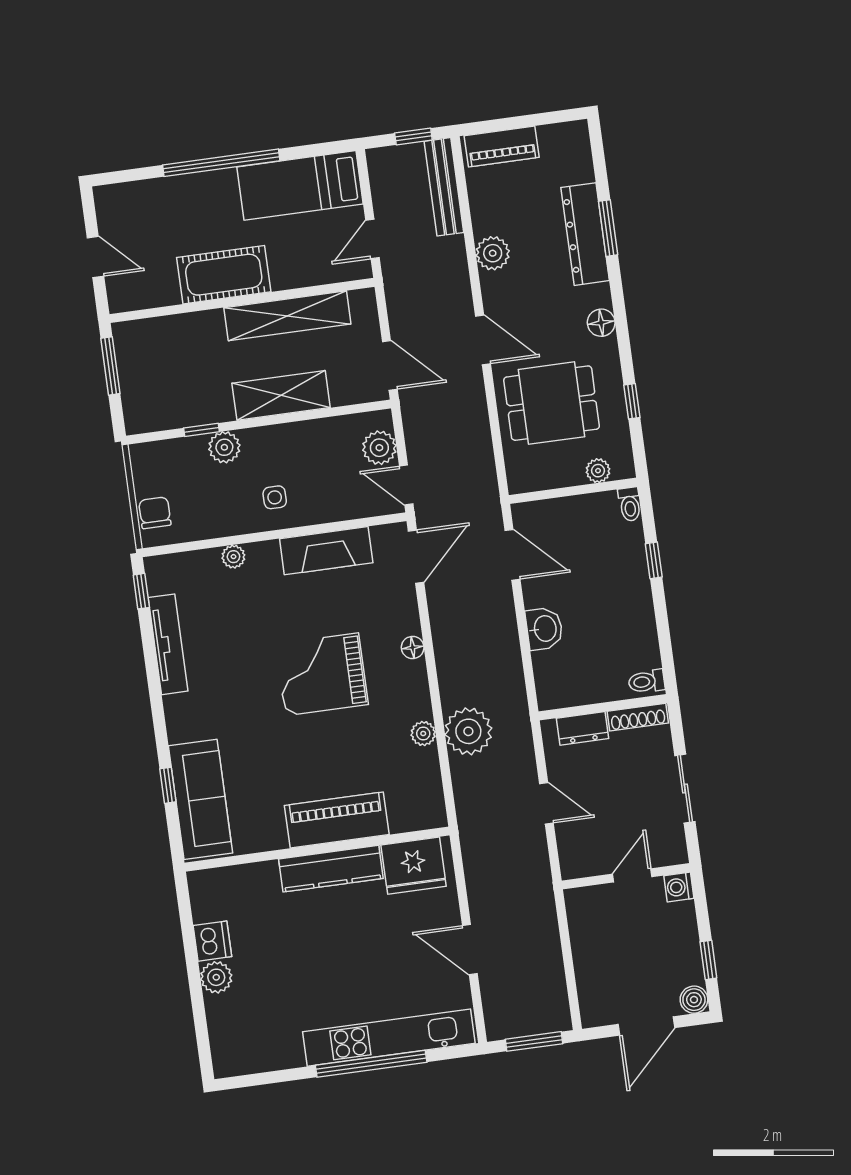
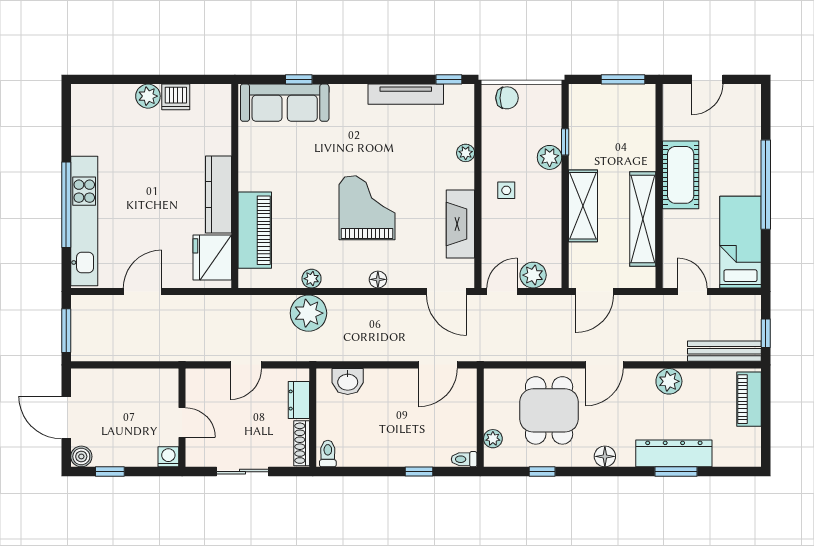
washbasin: (544, 629) -> (348, 381), moved
piano: (337, 820) -> (255, 230), moved

